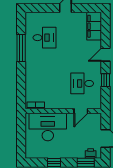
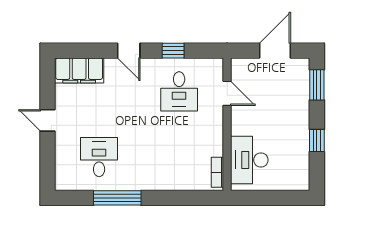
desk: (48, 127) -> (249, 160), width x0.73, depth x0.77
printer: (91, 153) -> (301, 76), removed

